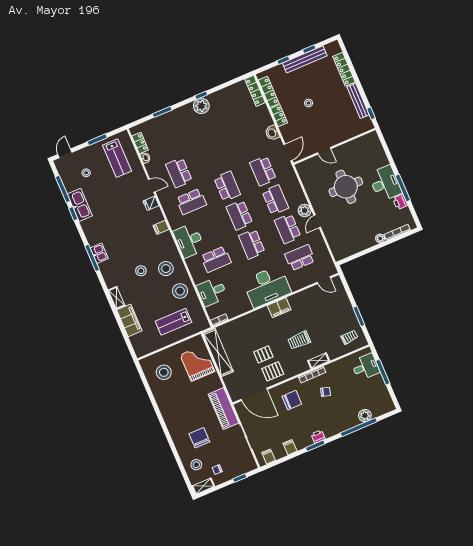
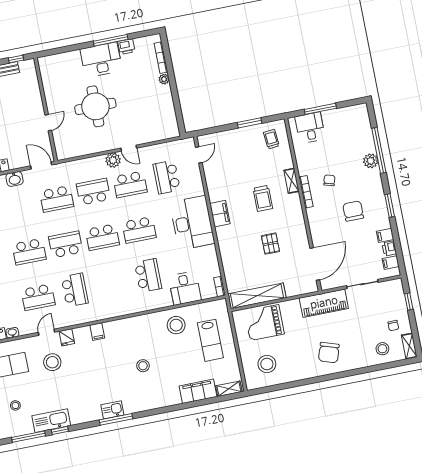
school desk: (215, 157) -> (29, 252), added
desk: (189, 240) -> (120, 302), removed
stool: (166, 269) -> (52, 362), moved
shelving: (117, 298) -> (229, 389), moved
pallet: (273, 371) -> (293, 237), removed
chair: (292, 400) -> (353, 211), moved
plant: (365, 416) -> (371, 161), moved
printer: (318, 437) -> (389, 248), moved
chair: (199, 438) -> (329, 353), moved, turned -72

